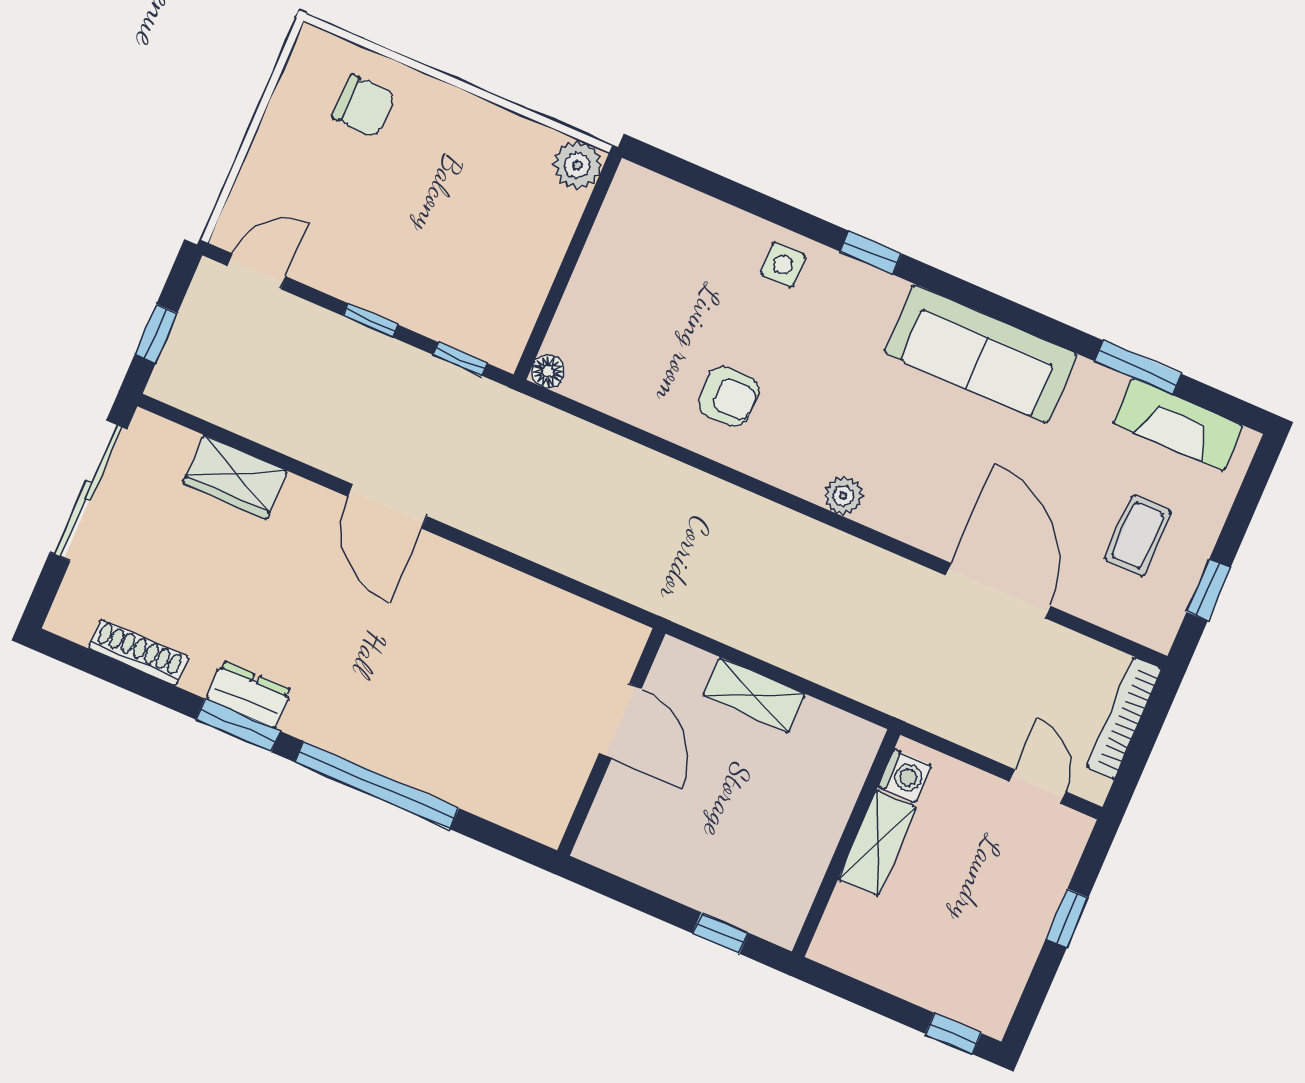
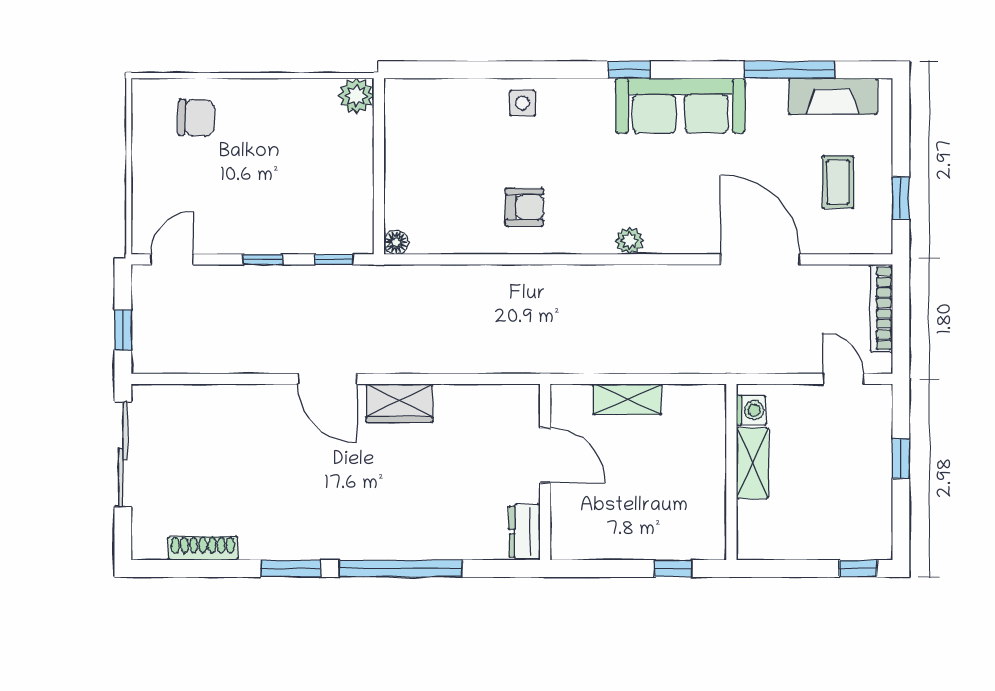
window: (871, 253) -> (629, 70), moved
window: (1138, 368) -> (790, 70), width x1.44
wardrobe: (235, 477) -> (399, 403), moved
dresser: (249, 694) -> (525, 532), moved, turned -90

